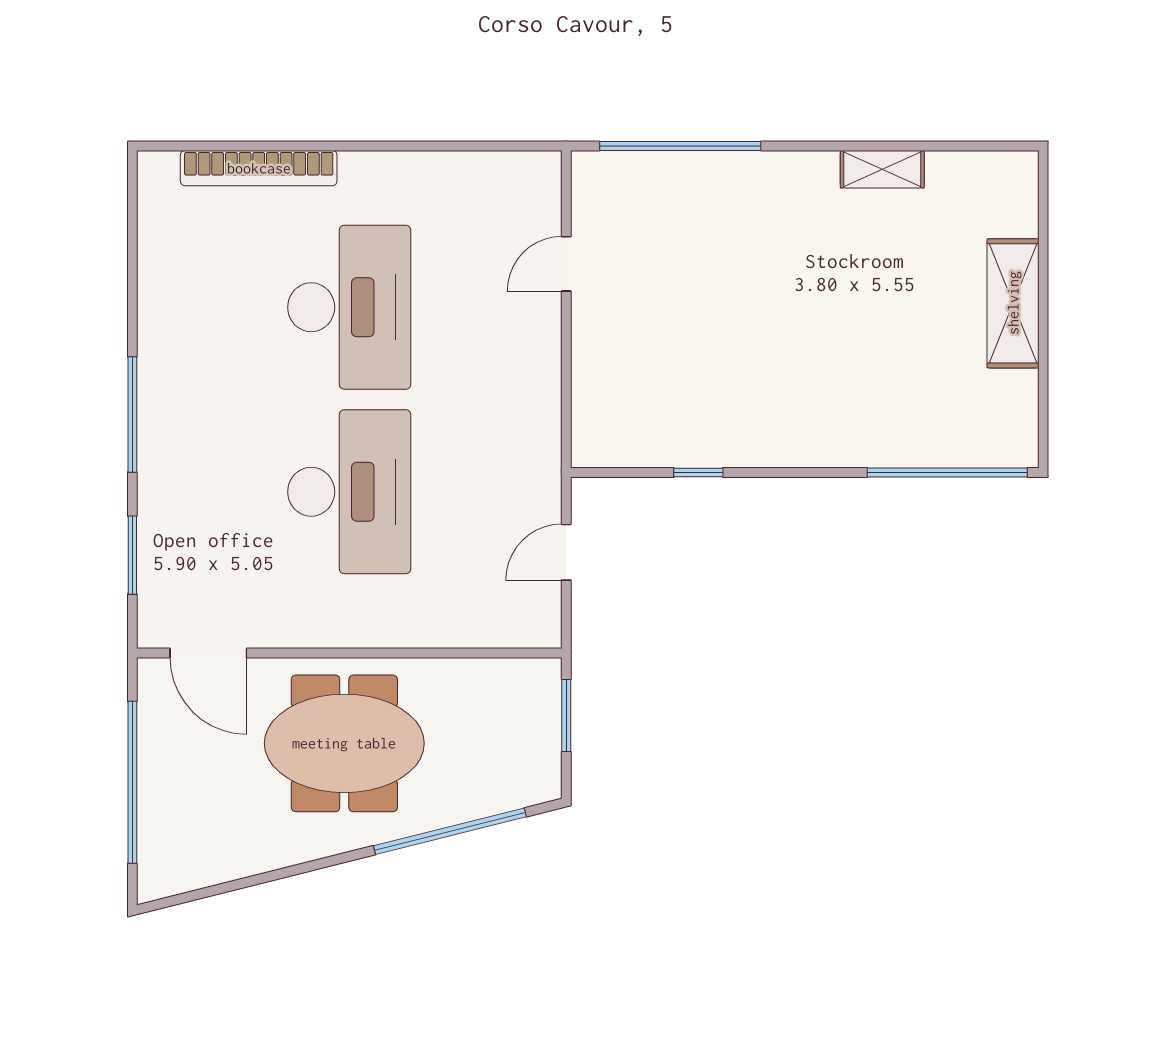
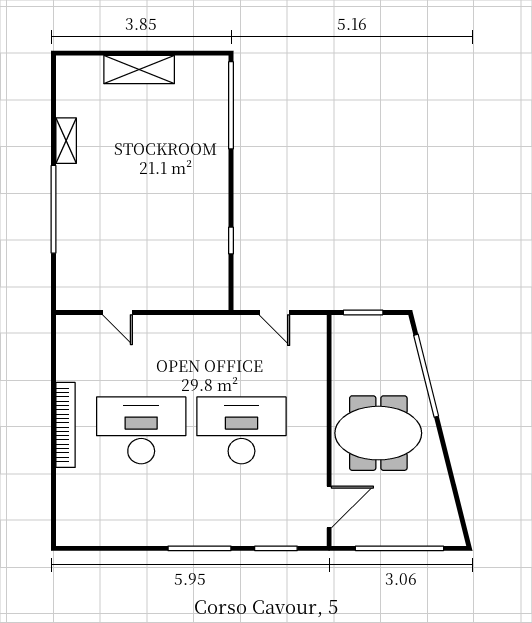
window: (680, 146) -> (53, 209), moved
bookcase: (259, 168) -> (65, 425), moved
meeting table: (344, 743) -> (378, 433), turned 90

